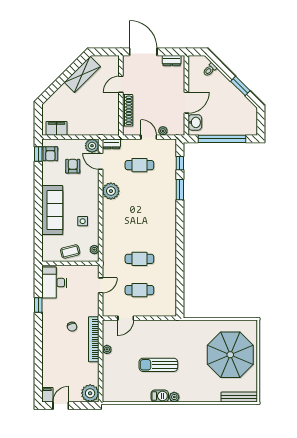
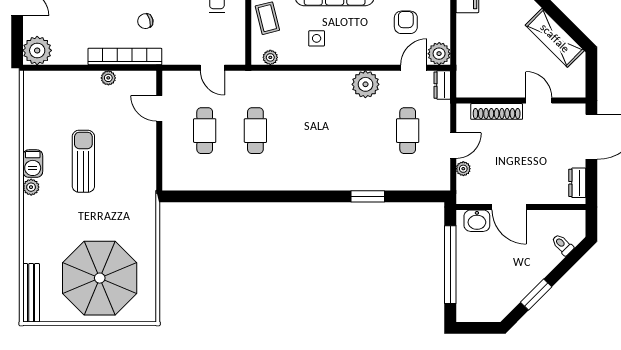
window: (180, 163) -> (411, 196), removed
armchair: (73, 166) -> (406, 22), turned -90

